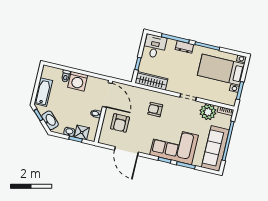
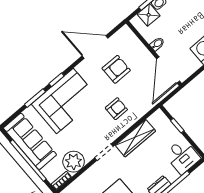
wardrobe: (151, 81) -> (135, 138), moved
door: (107, 95) -> (168, 70), hinge flipped
armchair: (120, 123) -> (116, 69), moved, turned 90

